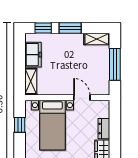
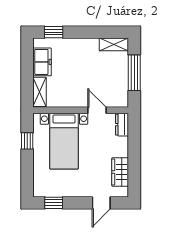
window: (70, 28) -> (84, 32), removed
dresser: (104, 129) -> (122, 125), moved

